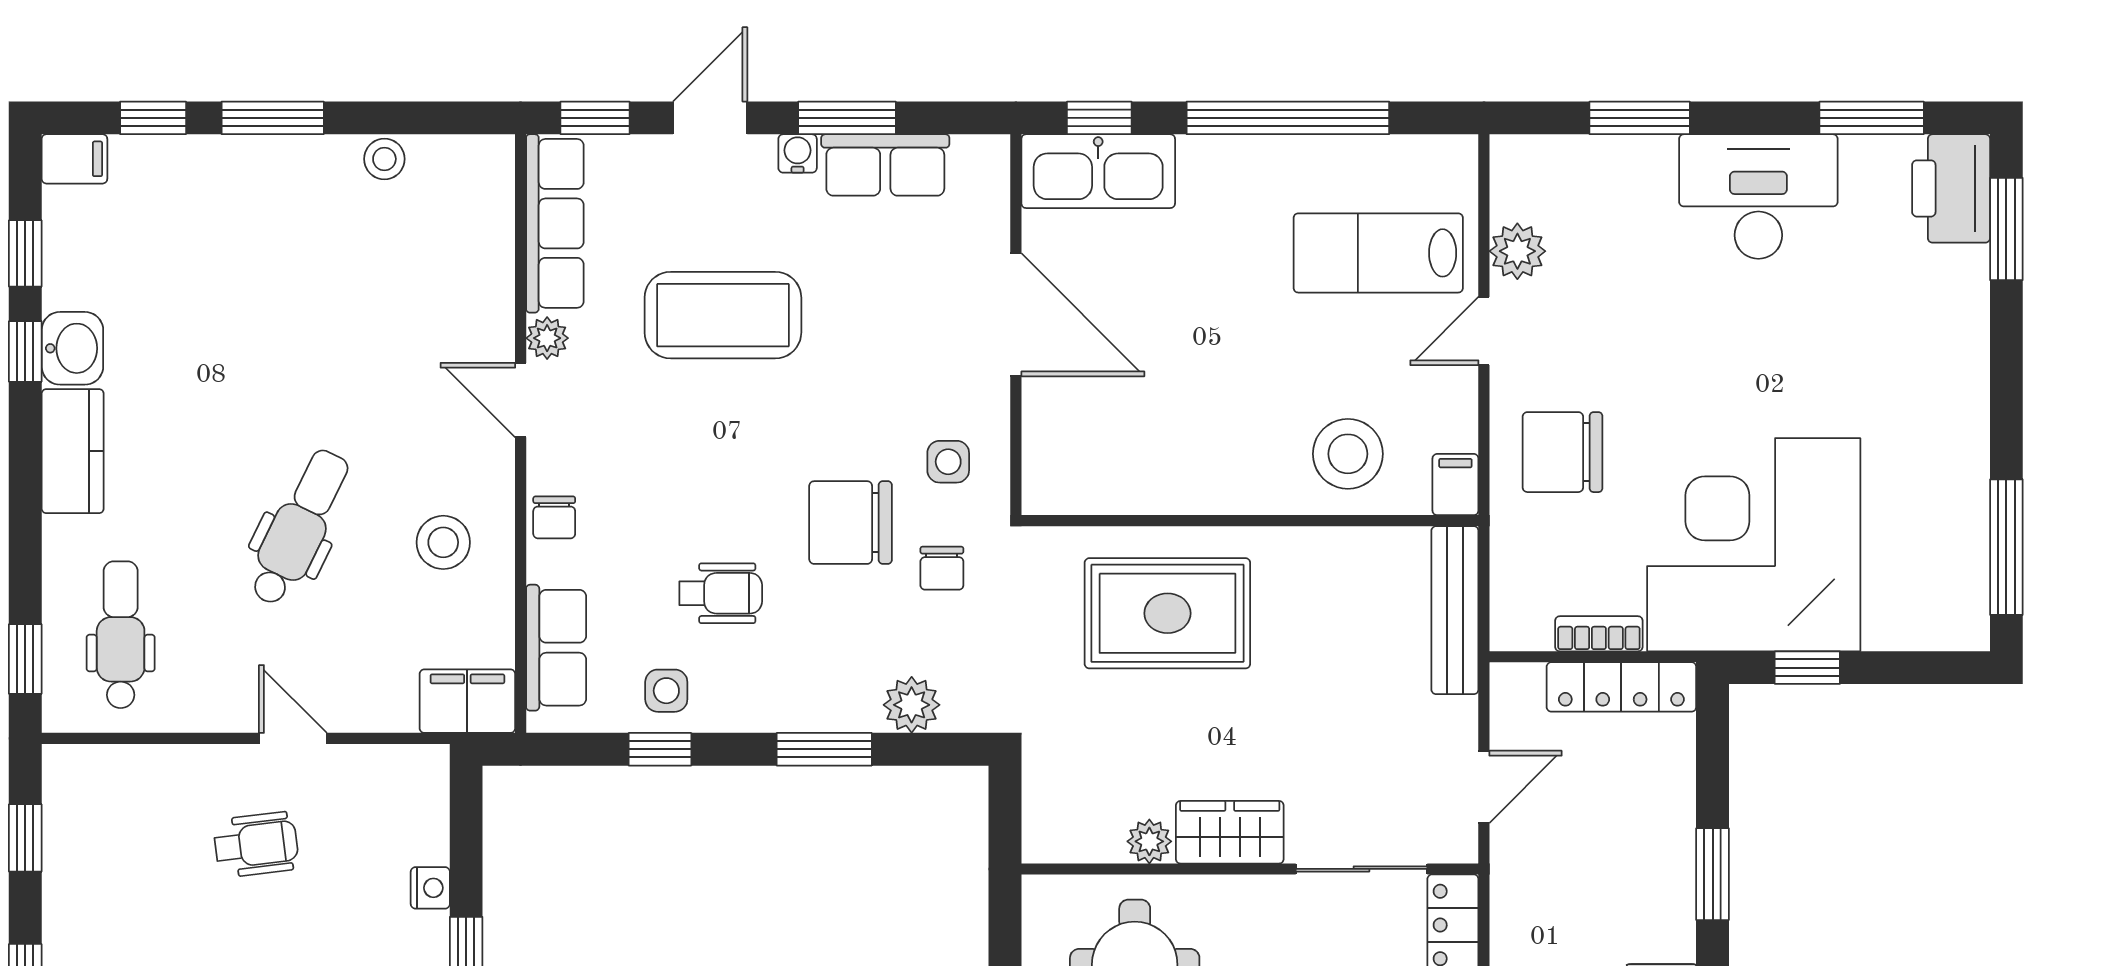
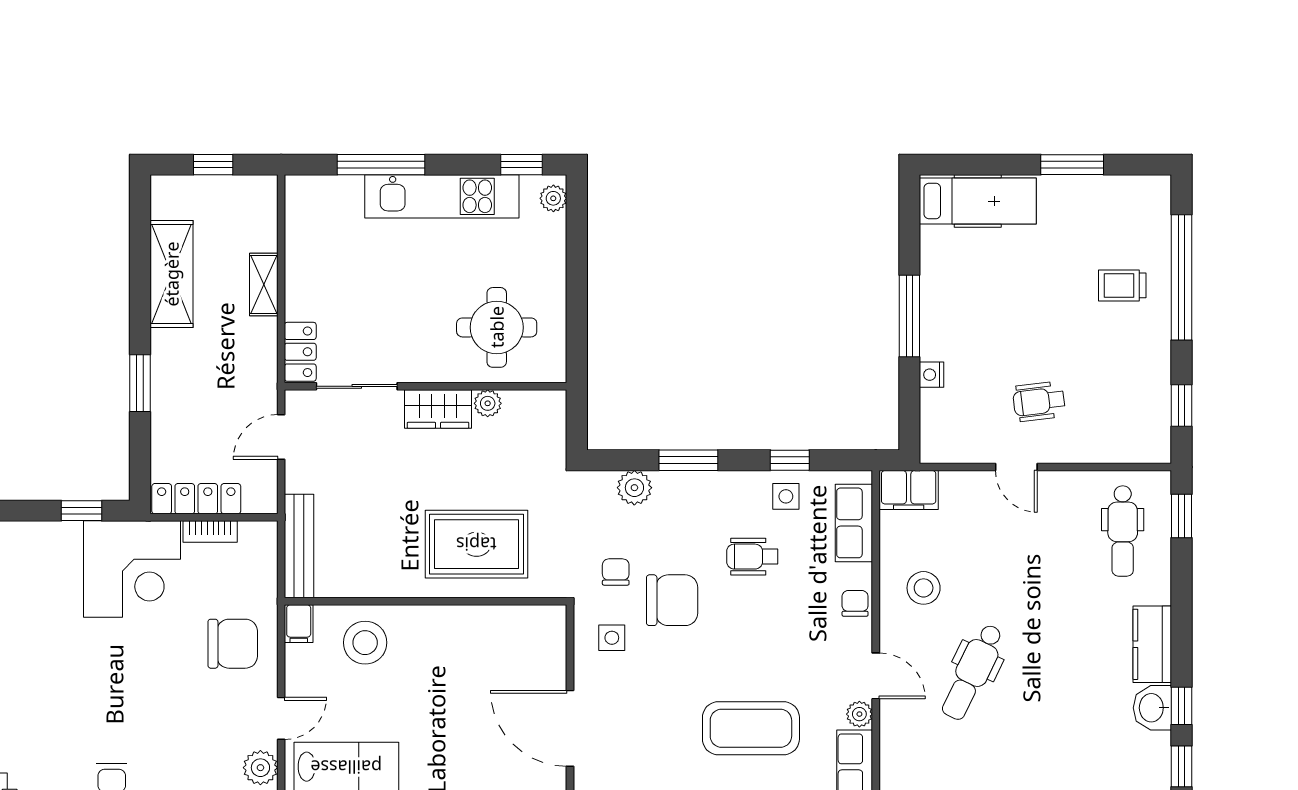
dental chair: (299, 527) -> (972, 672), moved
corner desk: (1754, 545) -> (132, 569), width x0.74, depth x0.74

